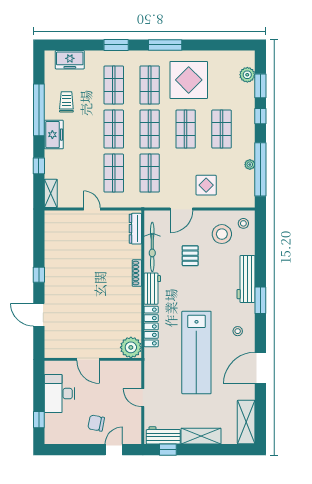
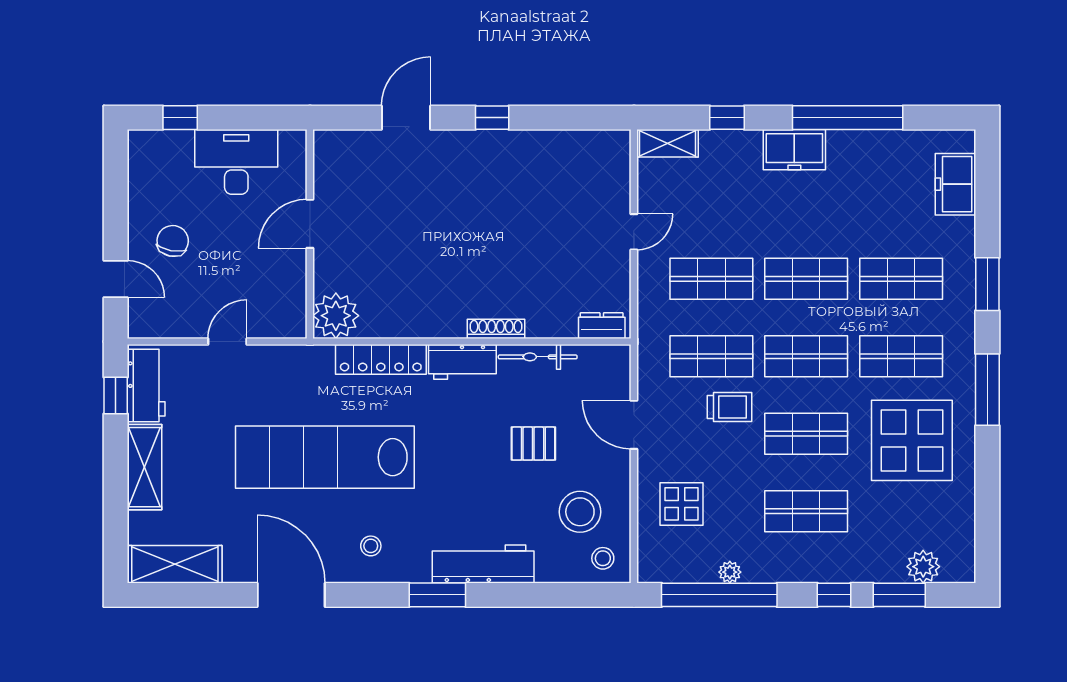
trolley: (66, 102) -> (729, 407), moved
display table: (206, 185) -> (682, 504), moved
dresser: (135, 229) -> (602, 326), width x0.70
bicycle: (152, 247) -> (538, 357), width x0.73, depth x0.71

